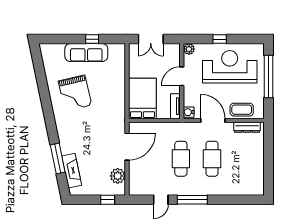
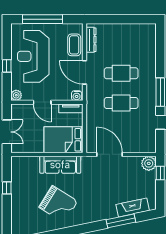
sofa: (86, 53) -> (60, 165), moved, turned 90
grand piano: (75, 93) -> (58, 204), turned 45
door: (213, 120) -> (85, 72), hinge flipped
plant: (118, 176) -> (149, 163), moved

